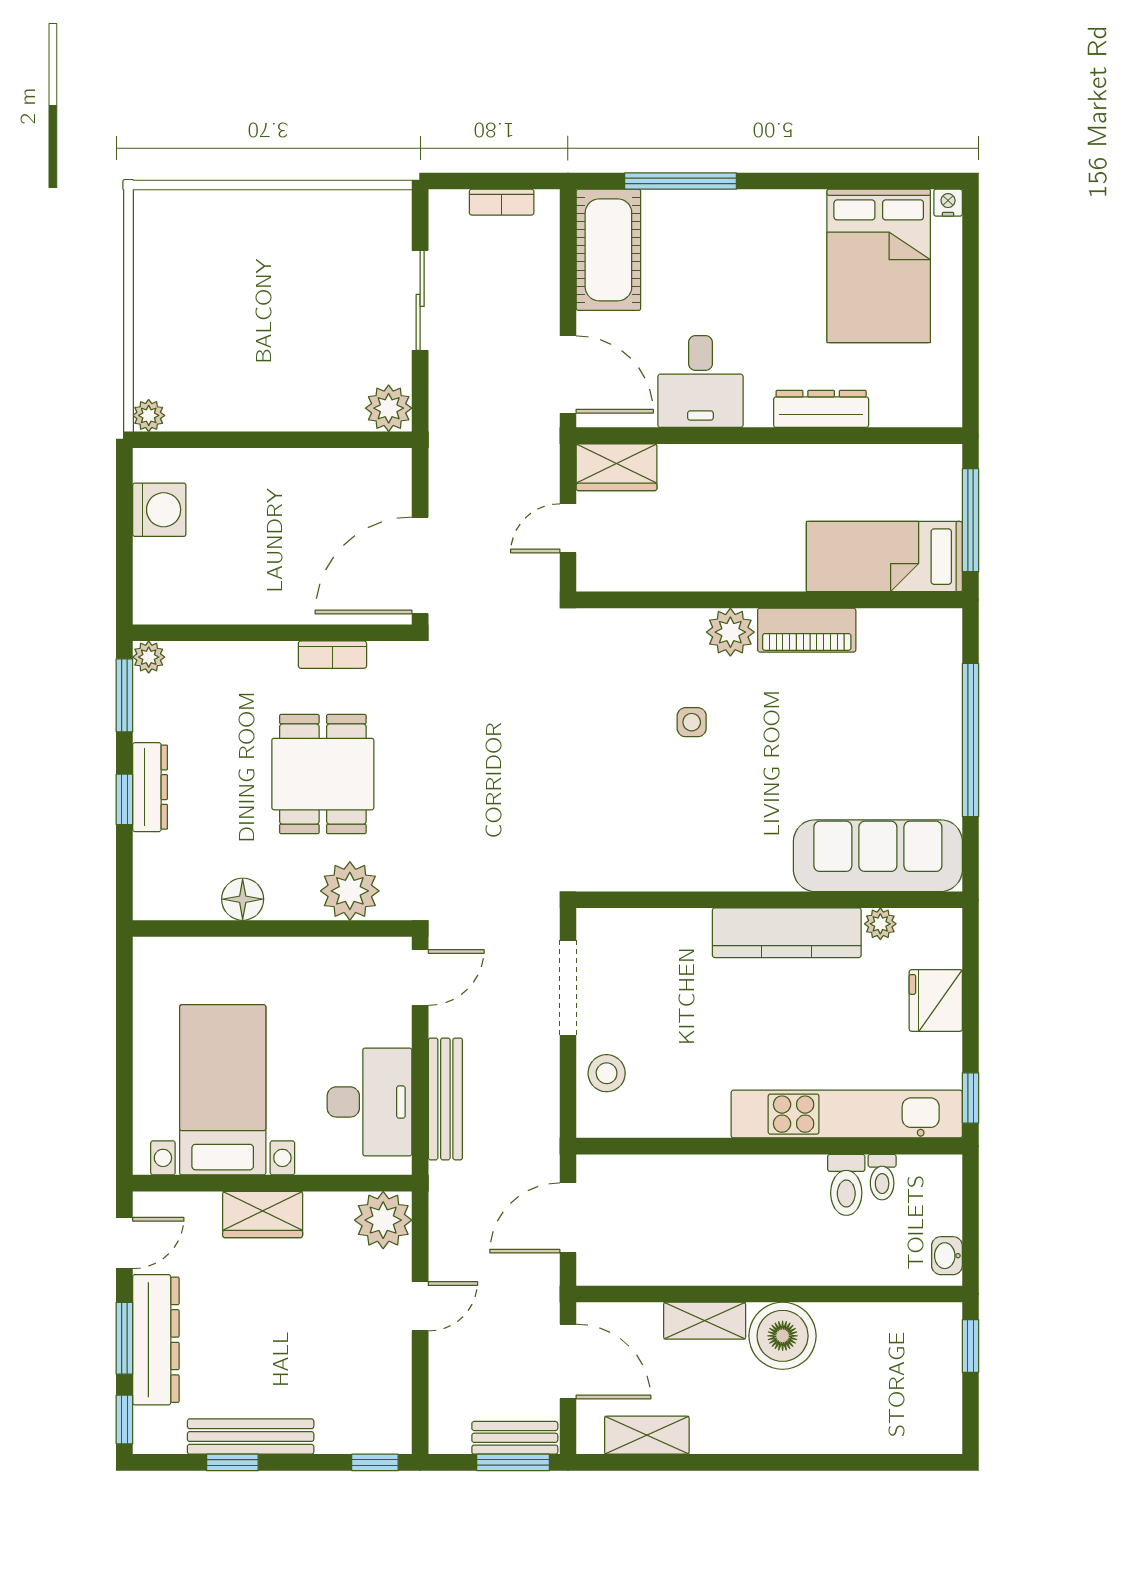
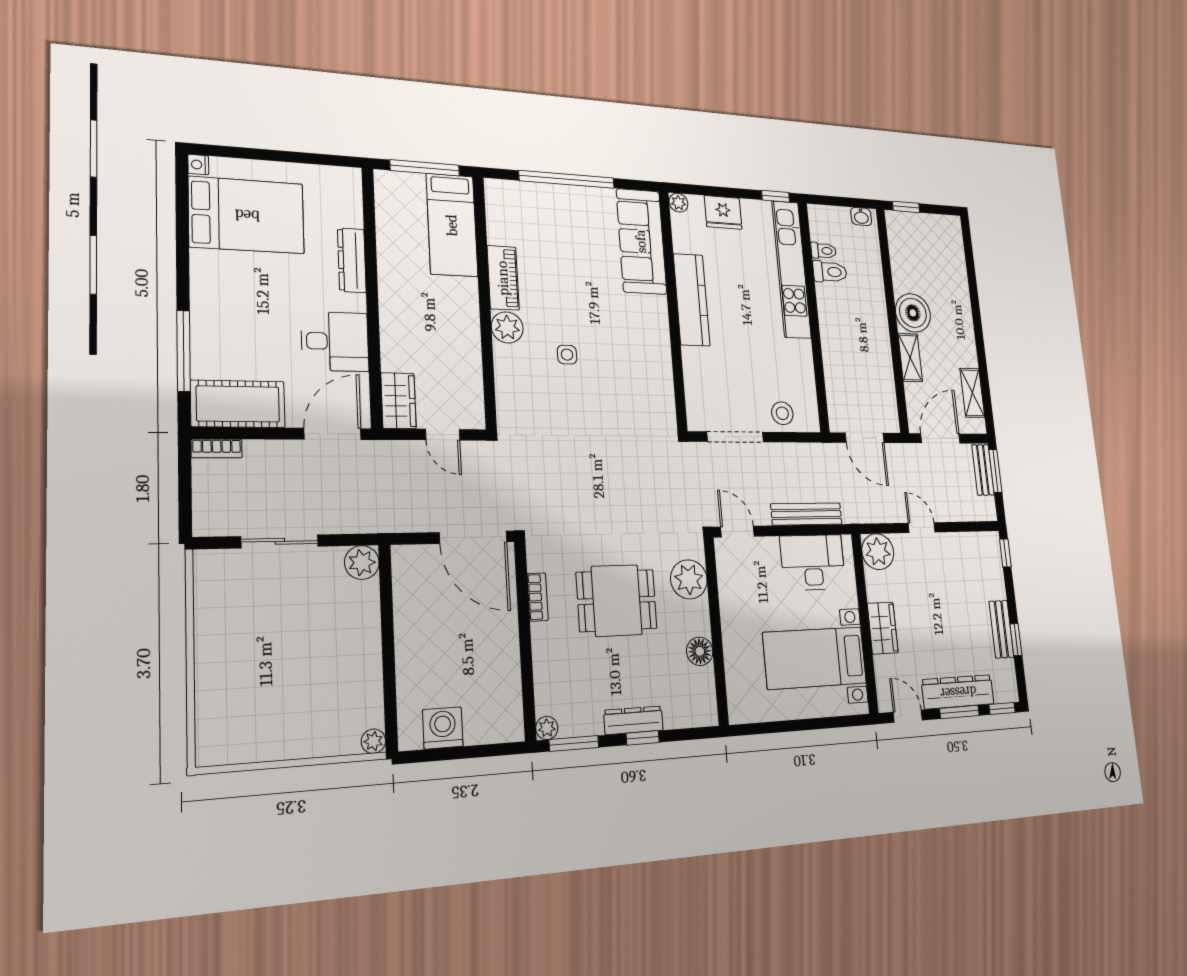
bookcase: (502, 202) -> (217, 448), moved, turned 90
plant: (880, 924) -> (678, 203), moved
bench: (251, 1437) -> (1001, 629), width x0.73

